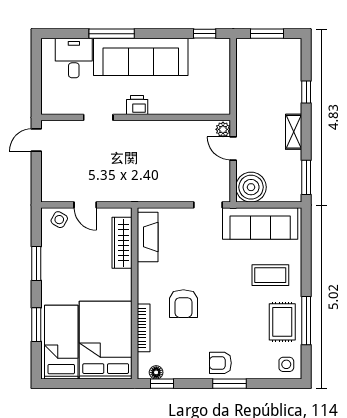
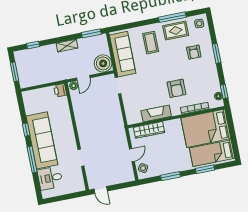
window: (205, 34) -> (26, 130), moved
window: (306, 92) -> (33, 45), moved
printer: (137, 105) -> (60, 90), moved
fireplace: (148, 237) -> (156, 113), moved
armchair: (183, 304) -> (177, 88), turned 90
armchair: (220, 363) -> (194, 52), moved

